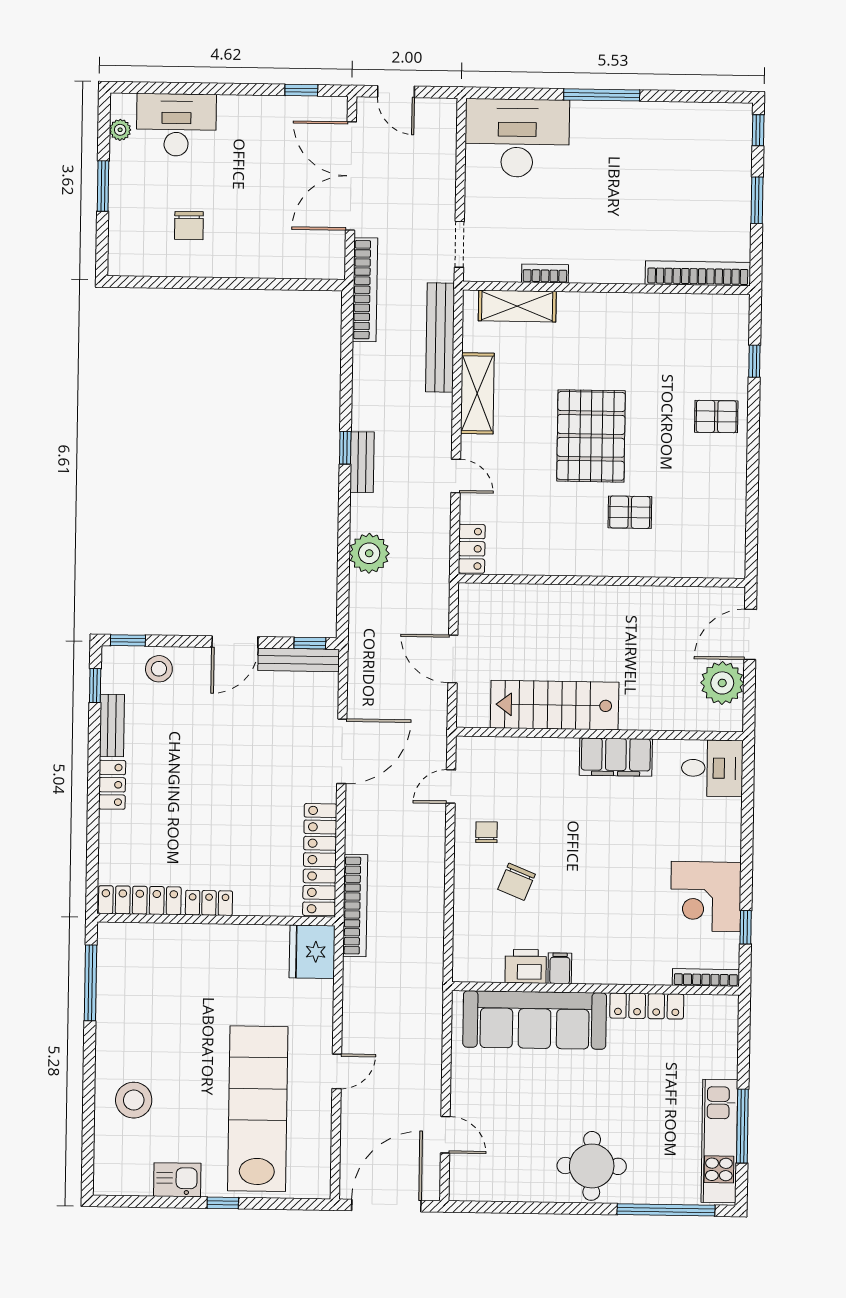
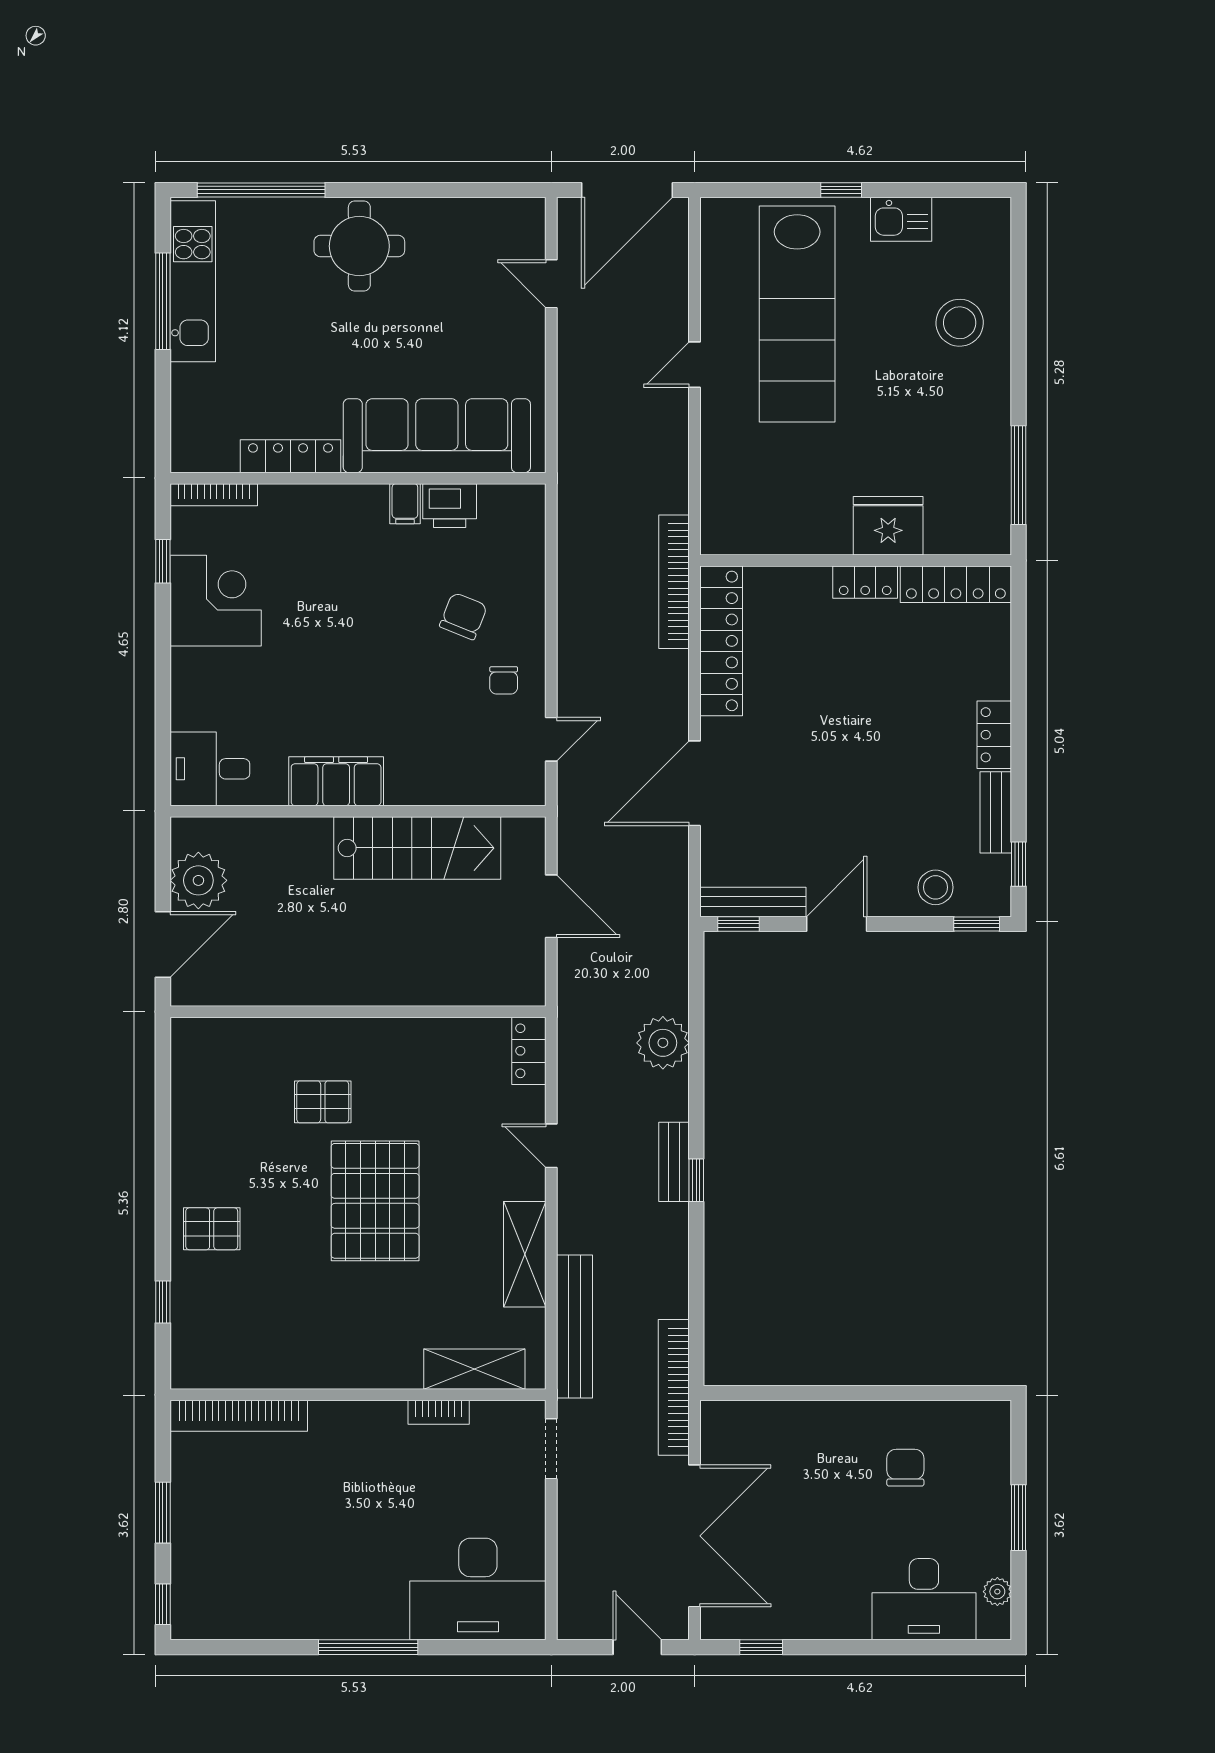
fridge: (312, 952) -> (888, 526), moved, turned -90

